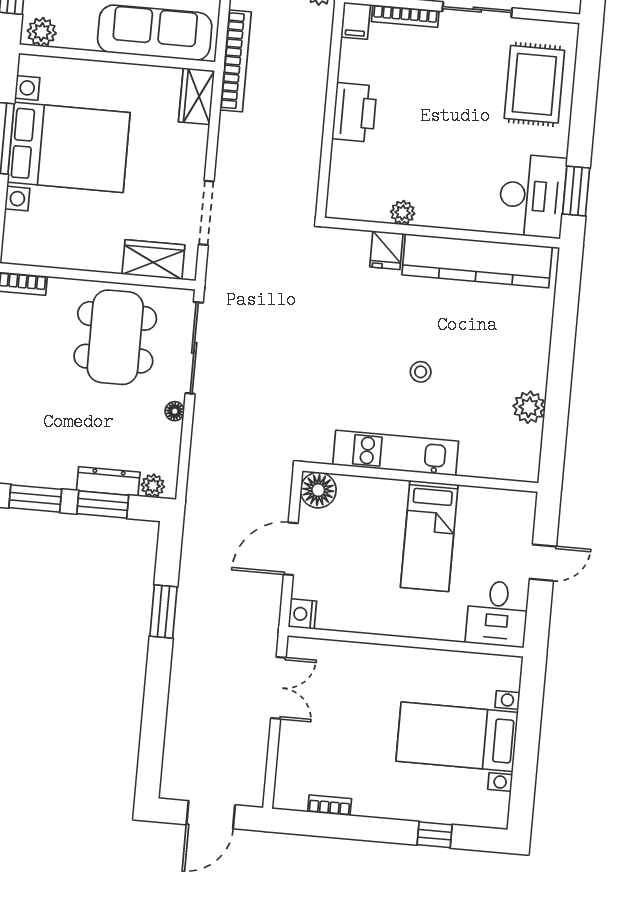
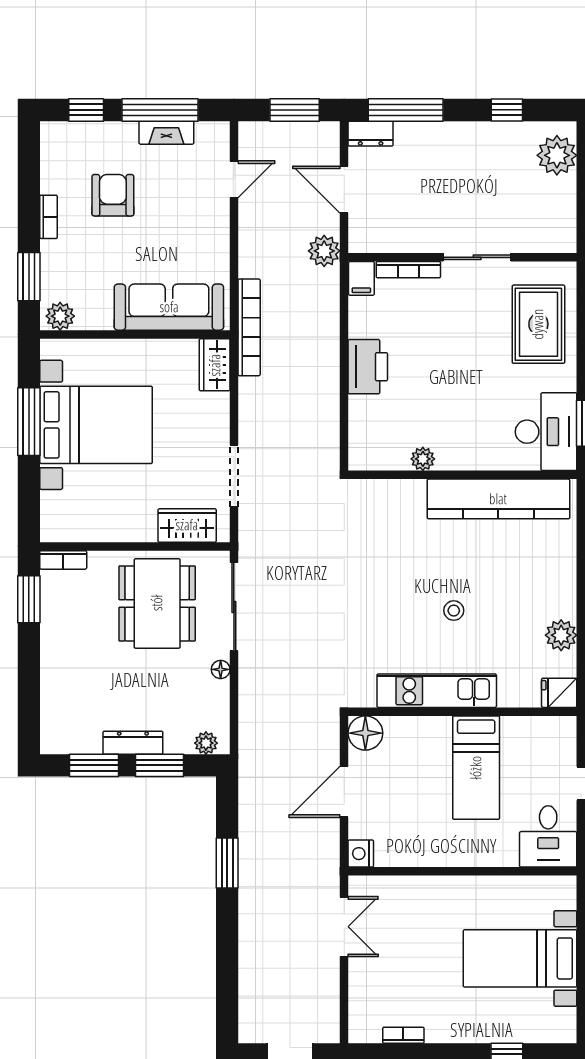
fridge: (386, 250) -> (559, 693), moved, turned 90
dresser: (108, 481) -> (133, 743), moved

